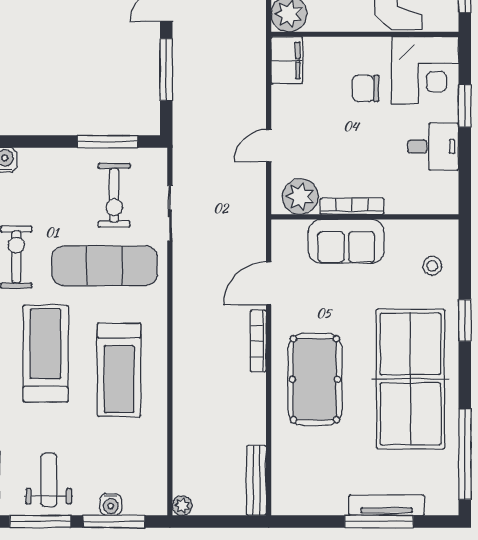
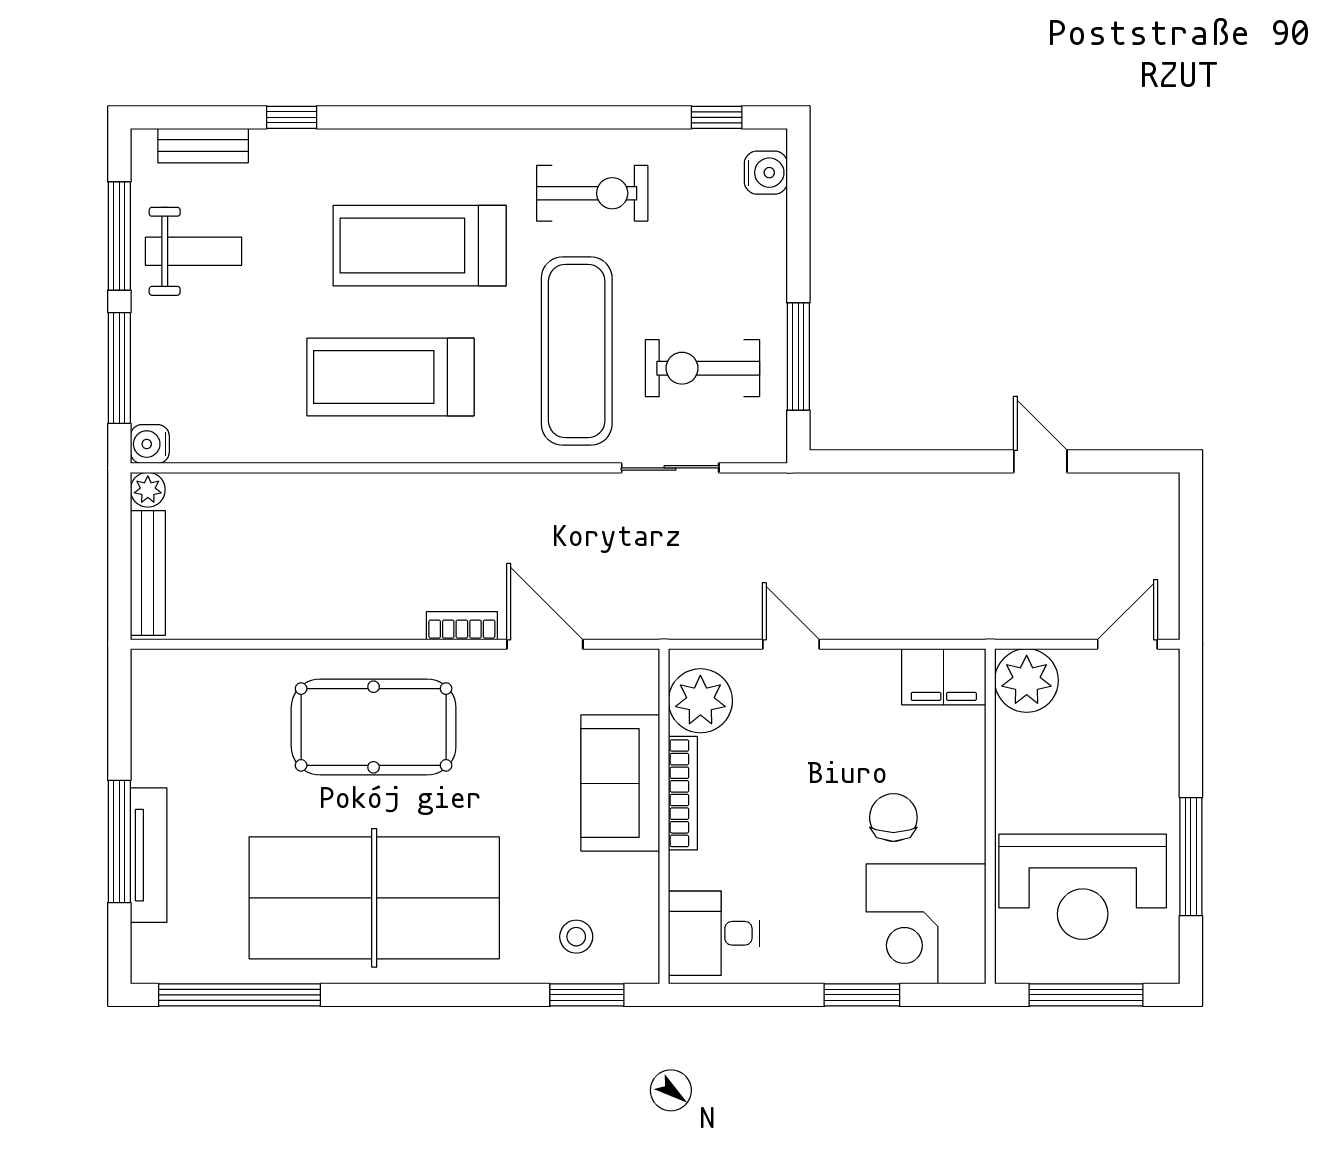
window: (166, 70) -> (927, 461), removed
desk: (433, 147) -> (714, 933), moved, turned 90
window: (465, 320) -> (587, 995), moved
bookcase: (258, 341) -> (462, 626), width x0.64
treadmill: (46, 353) -> (420, 246), turned 180
bench: (256, 480) -> (148, 573), moved, turned 90
water cooler: (111, 504) -> (150, 444), moved

